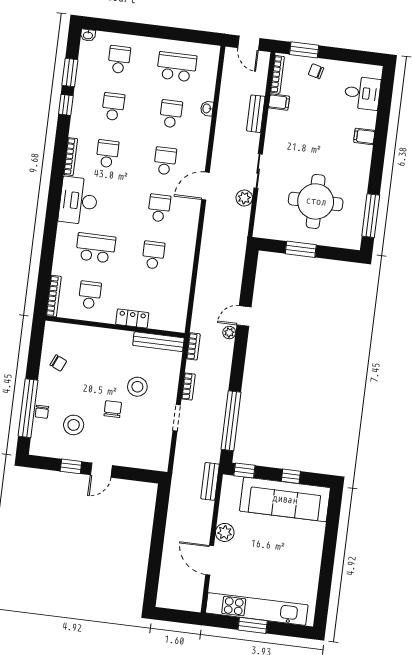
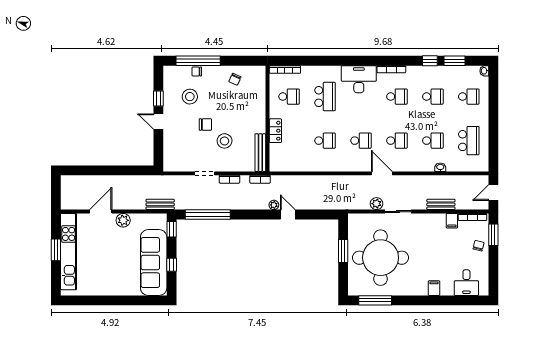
round table: (316, 201) -> (381, 258), width x1.36, depth x1.36

